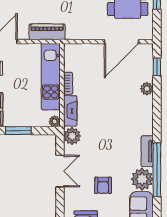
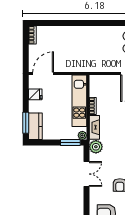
piano: (47, 32) -> (76, 66), removed
window: (18, 131) -> (70, 143), moved

